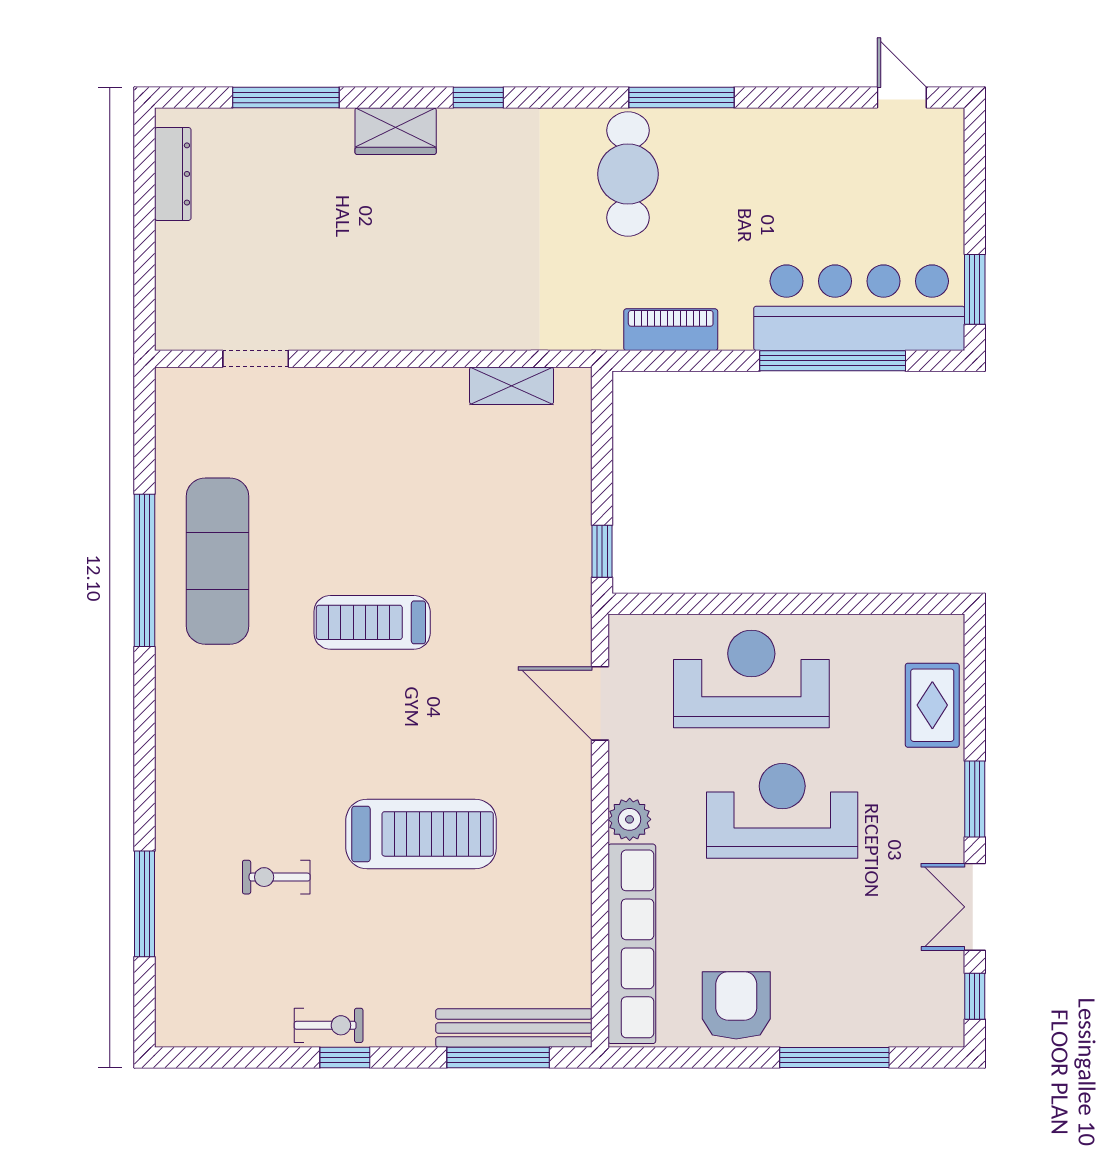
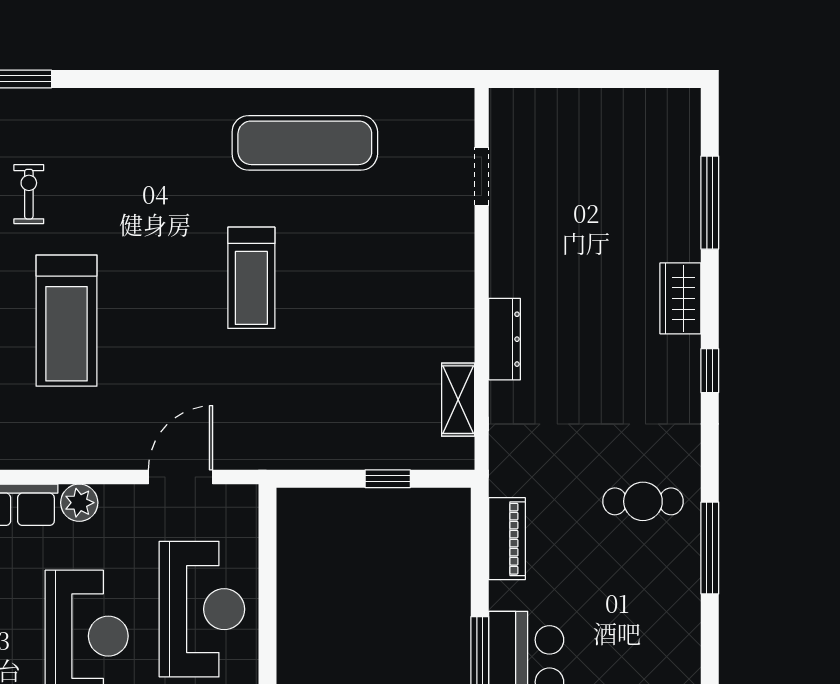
dresser: (173, 174) -> (505, 339), moved, turned -90
cafe table: (628, 174) -> (643, 501), width x0.73, depth x0.74
window: (602, 551) -> (388, 479), moved
window: (144, 570) -> (297, 79), removed
treadmill: (372, 622) -> (251, 278), turned 180

